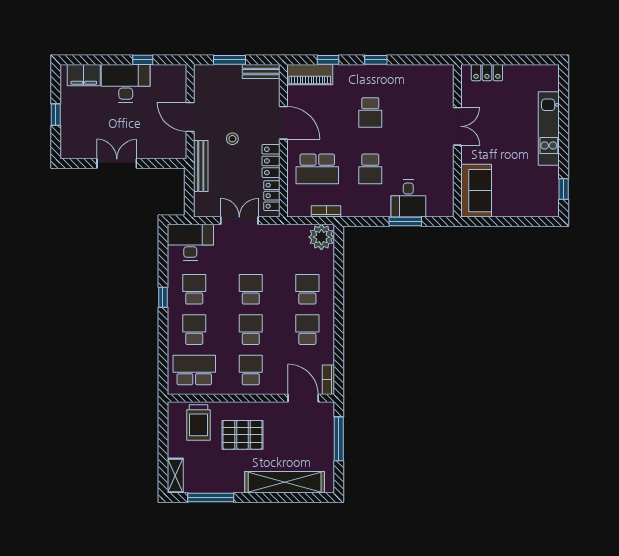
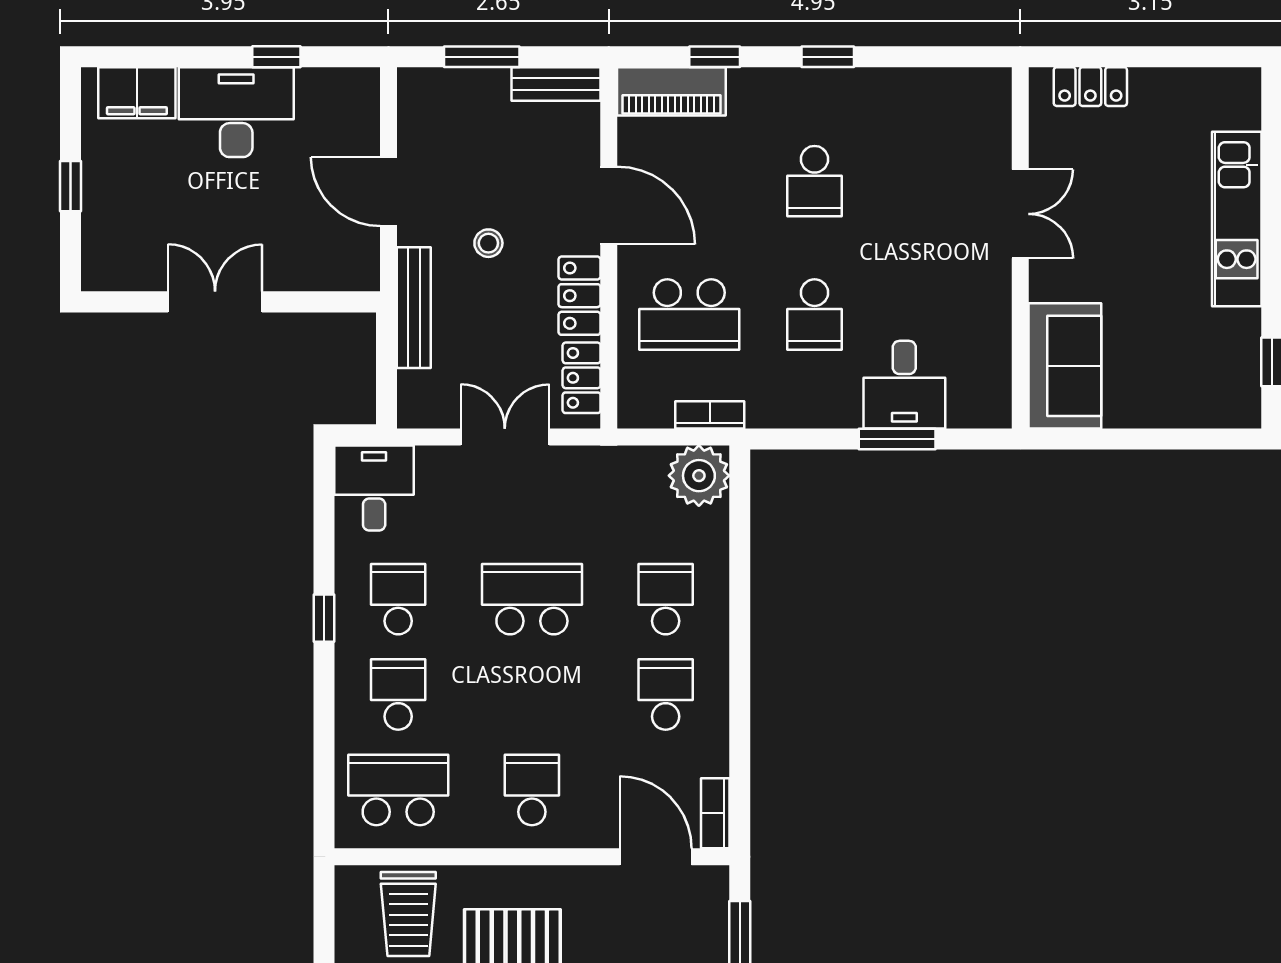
desk: (190, 242) -> (374, 488), width x0.73
school desk: (251, 289) -> (532, 599), width x1.85
school desk: (251, 330) -> (532, 695), removed

